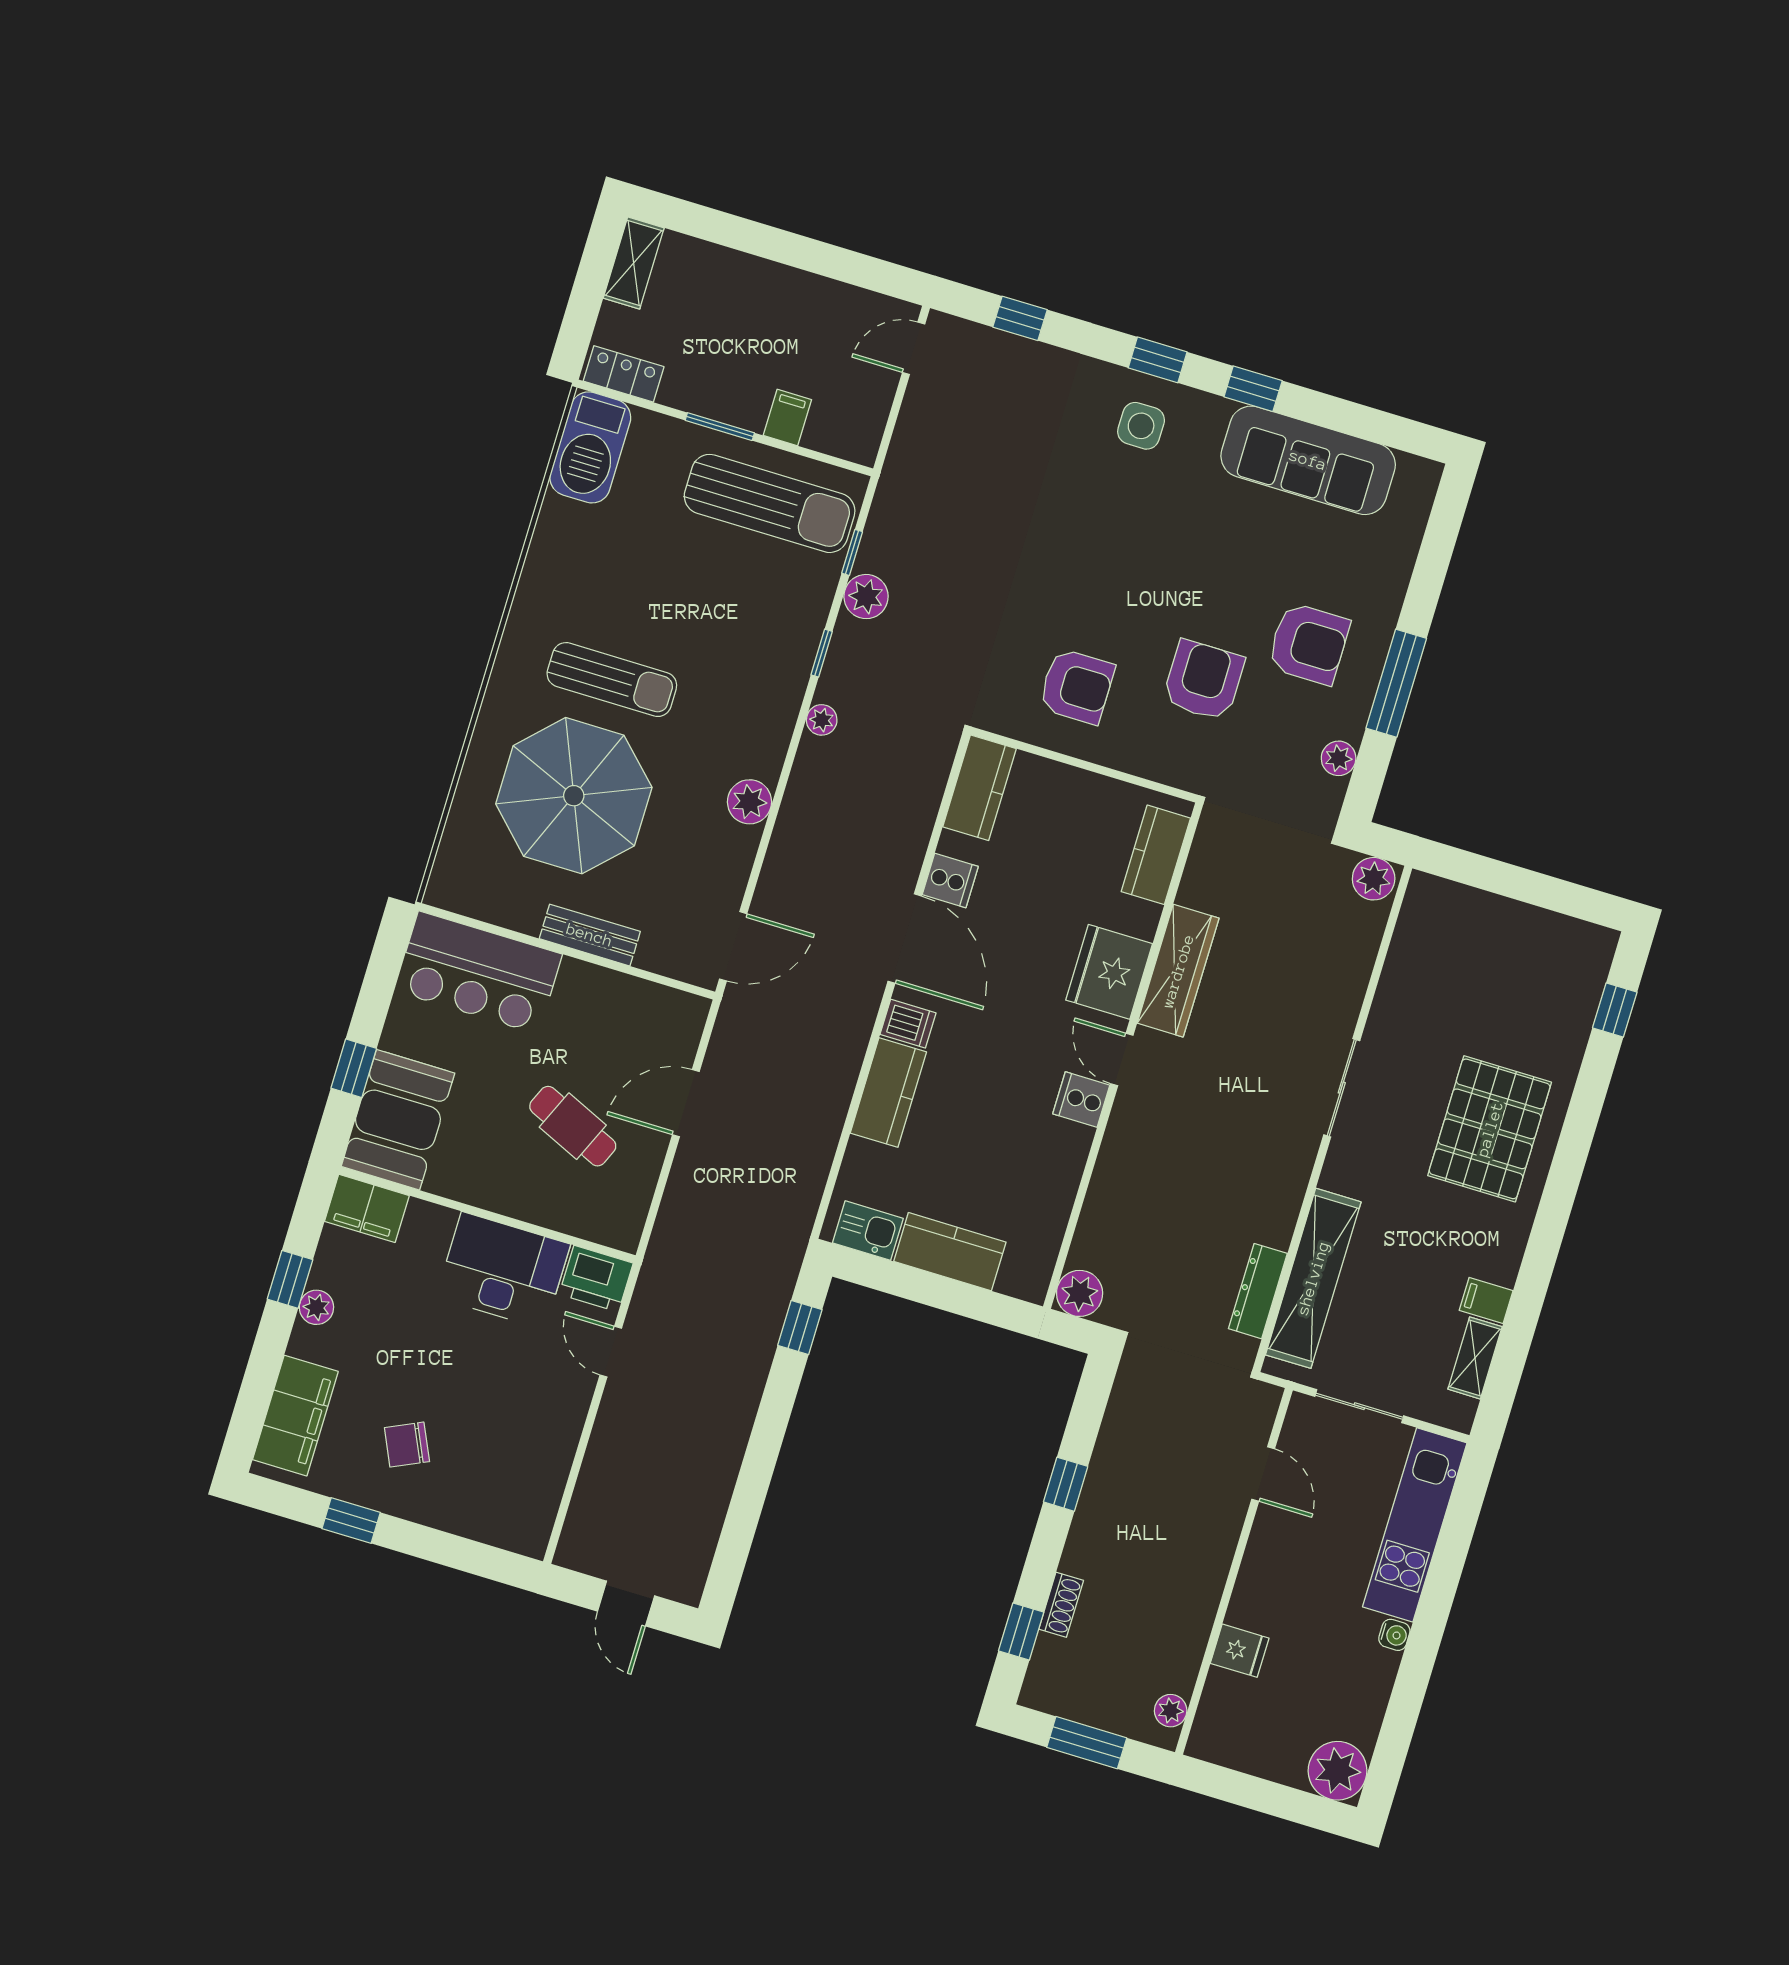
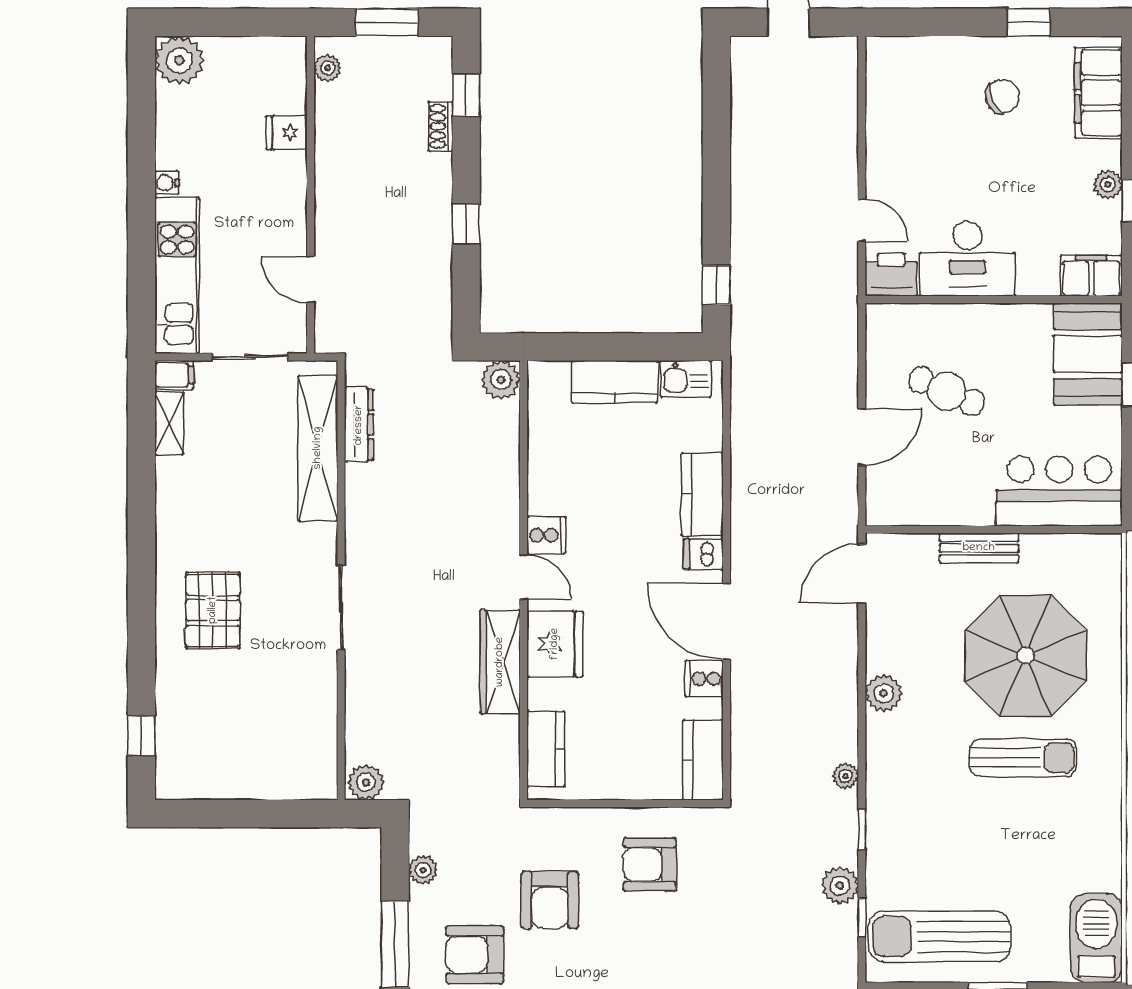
sun lounger: (612, 680) -> (1023, 758), turned 180
pallet: (1490, 1129) -> (213, 610), width x0.73, depth x0.71
filing cabinet: (1486, 1300) -> (174, 375), moved

